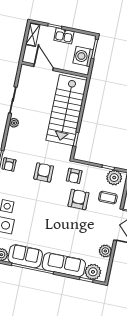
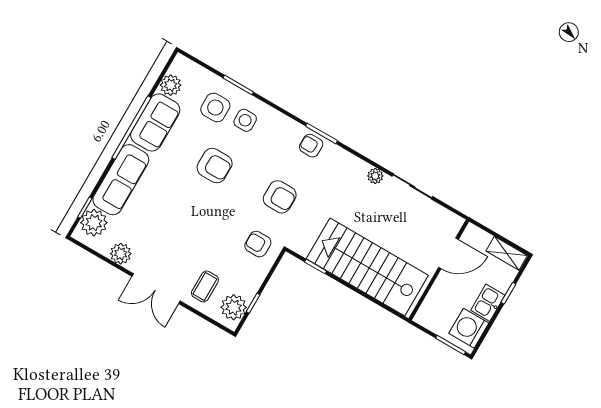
washing machine: (83, 56) -> (469, 328), moved, turned -90
armchair: (79, 199) -> (215, 166), moved

